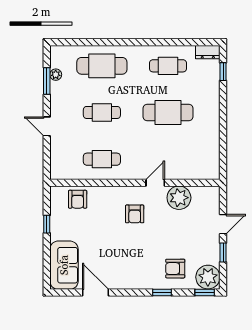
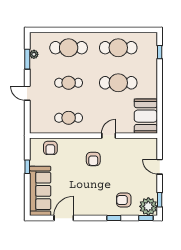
dresser: (208, 52) -> (148, 37), removed
cafe table: (168, 66) -> (118, 48), width x1.37, depth x1.35
booth: (205, 157) -> (146, 116), added
plant: (179, 198) -> (127, 147), removed
door: (223, 224) -> (160, 167), swing flipped
window: (223, 253) -> (160, 200), moved
sofa: (64, 265) -> (40, 191), width x1.36
door: (96, 293) -> (64, 218), hinge flipped

